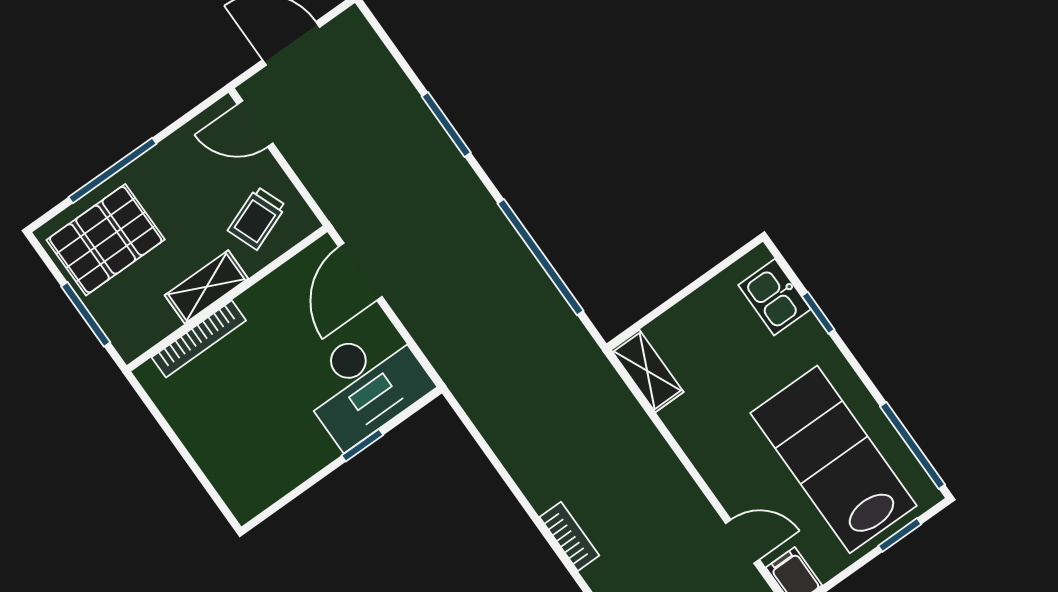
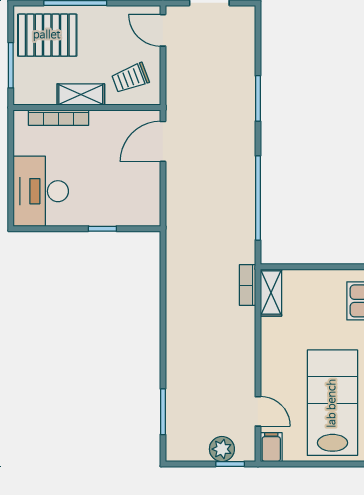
desk: (365, 384) -> (41, 191), moved, turned 90
window: (900, 535) -> (339, 464), removed
bookcase: (569, 536) -> (247, 285), moved, turned 180

